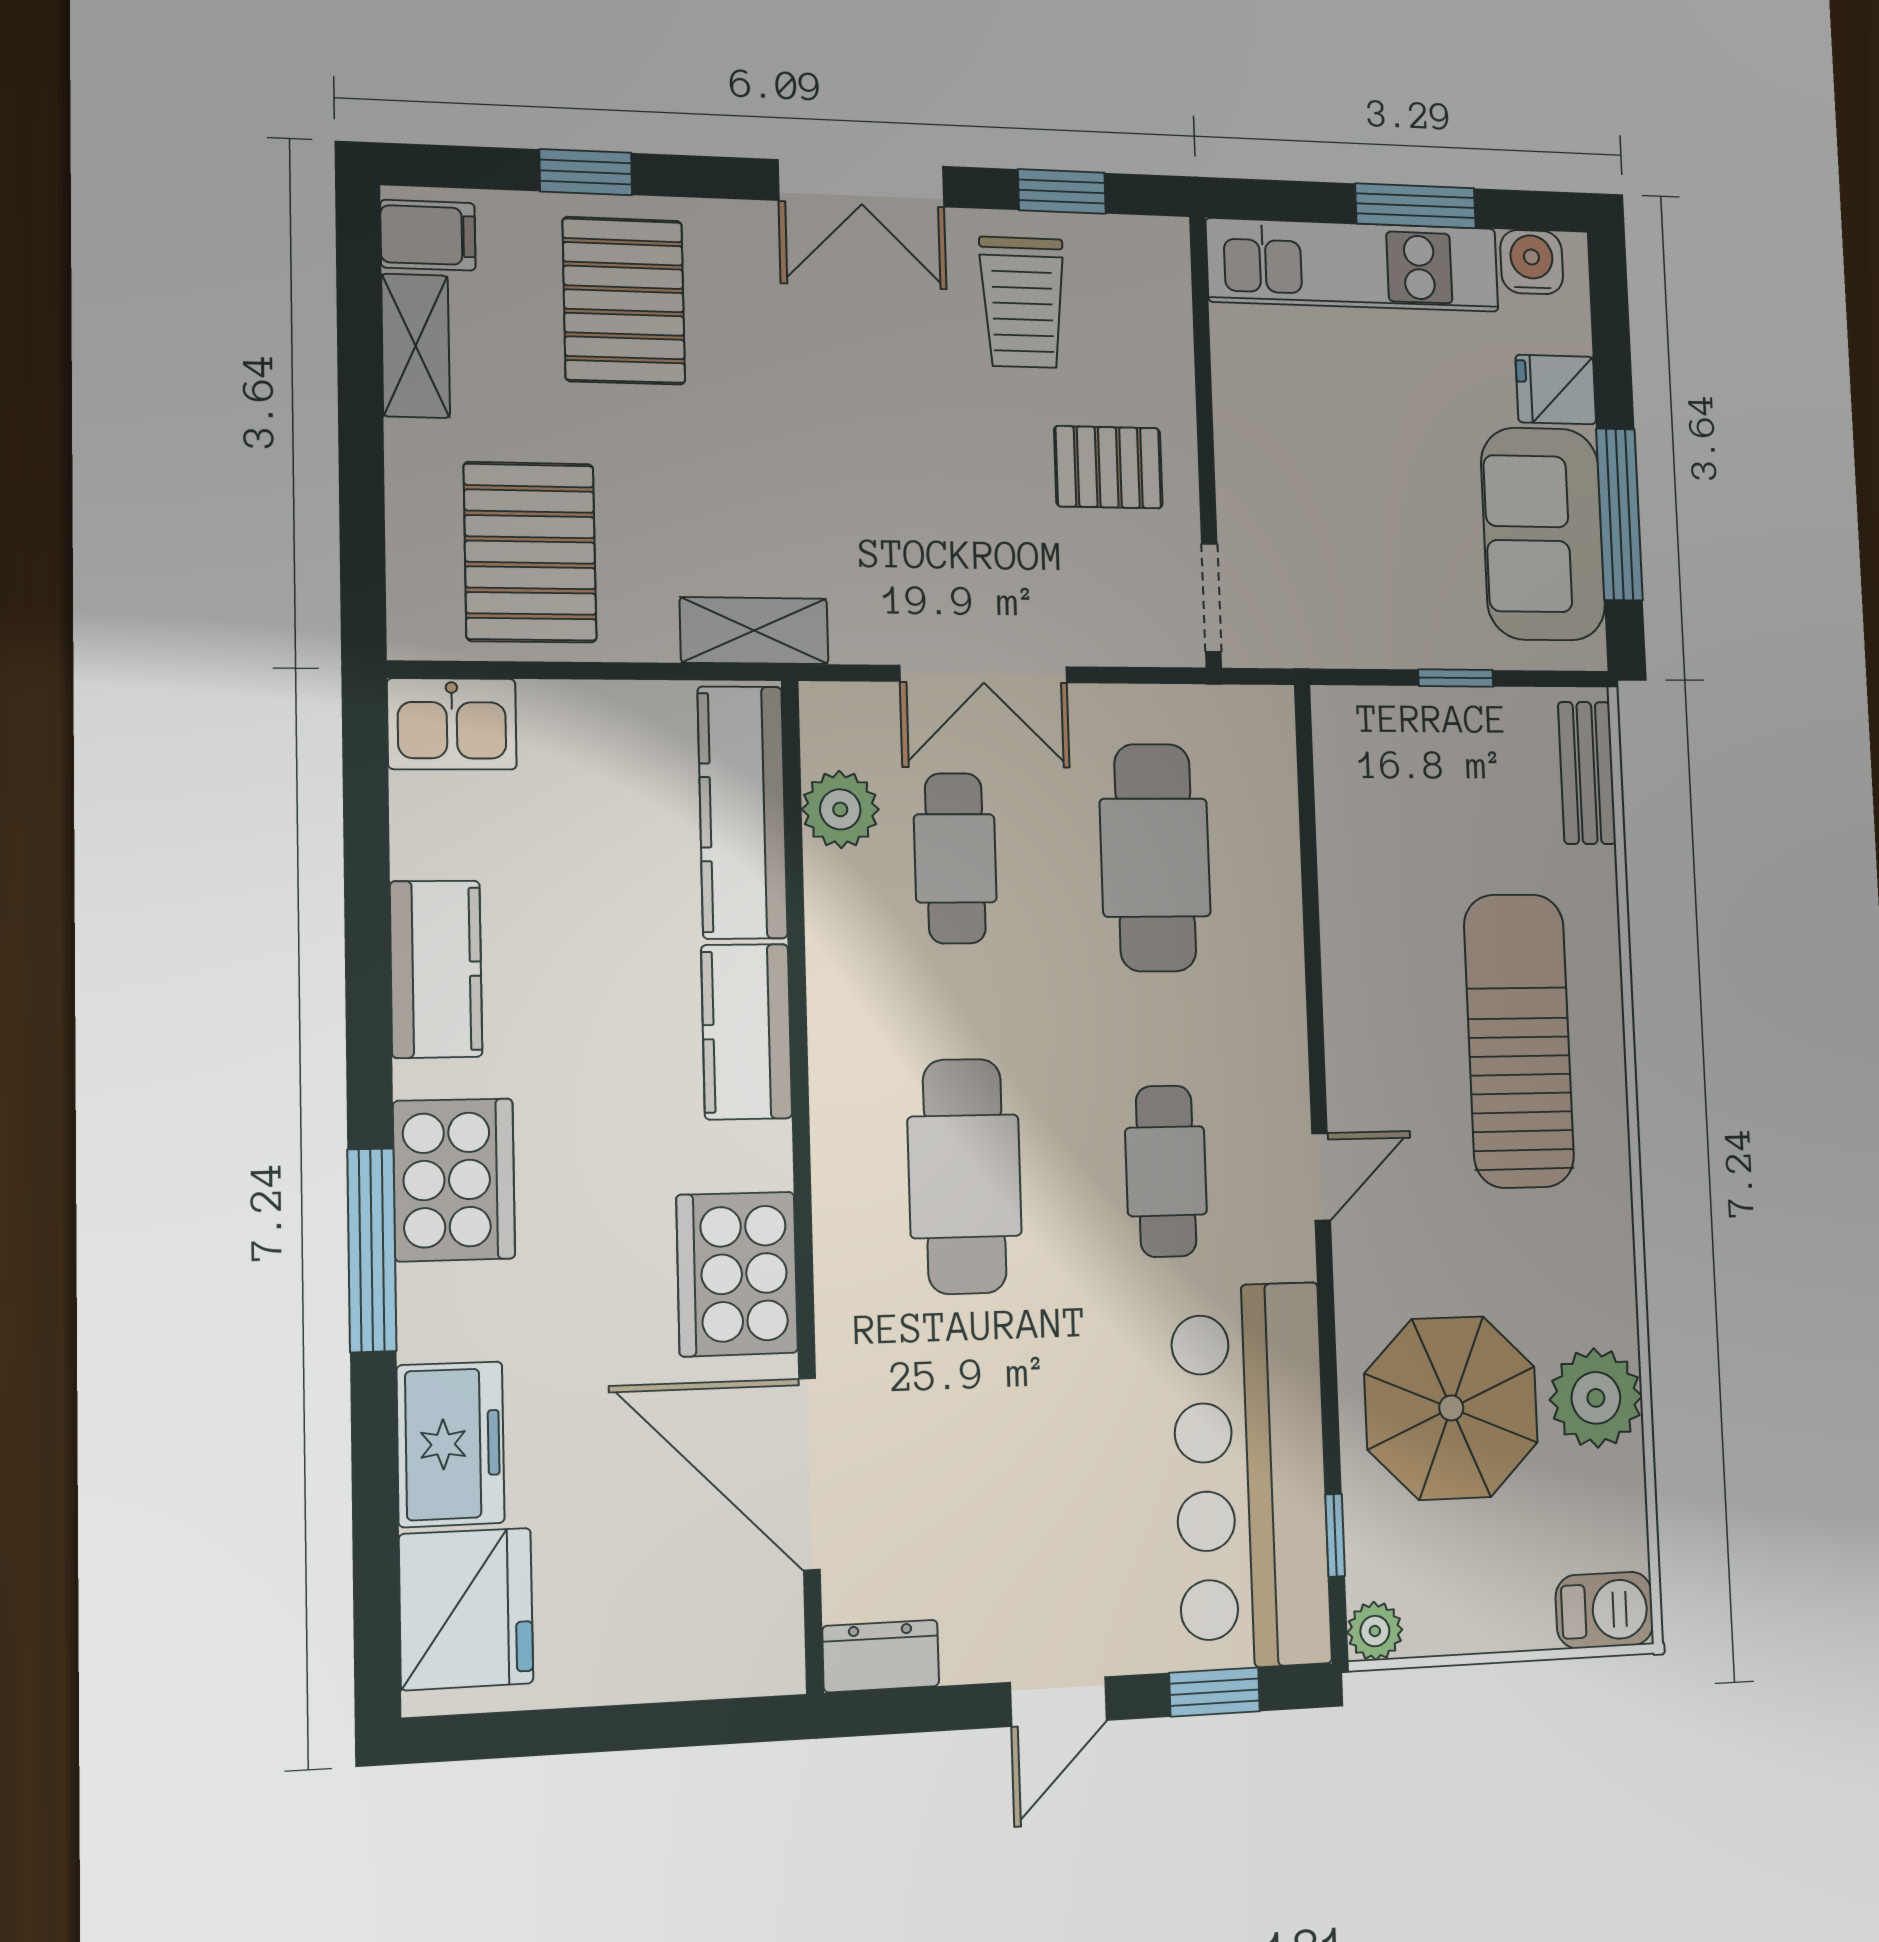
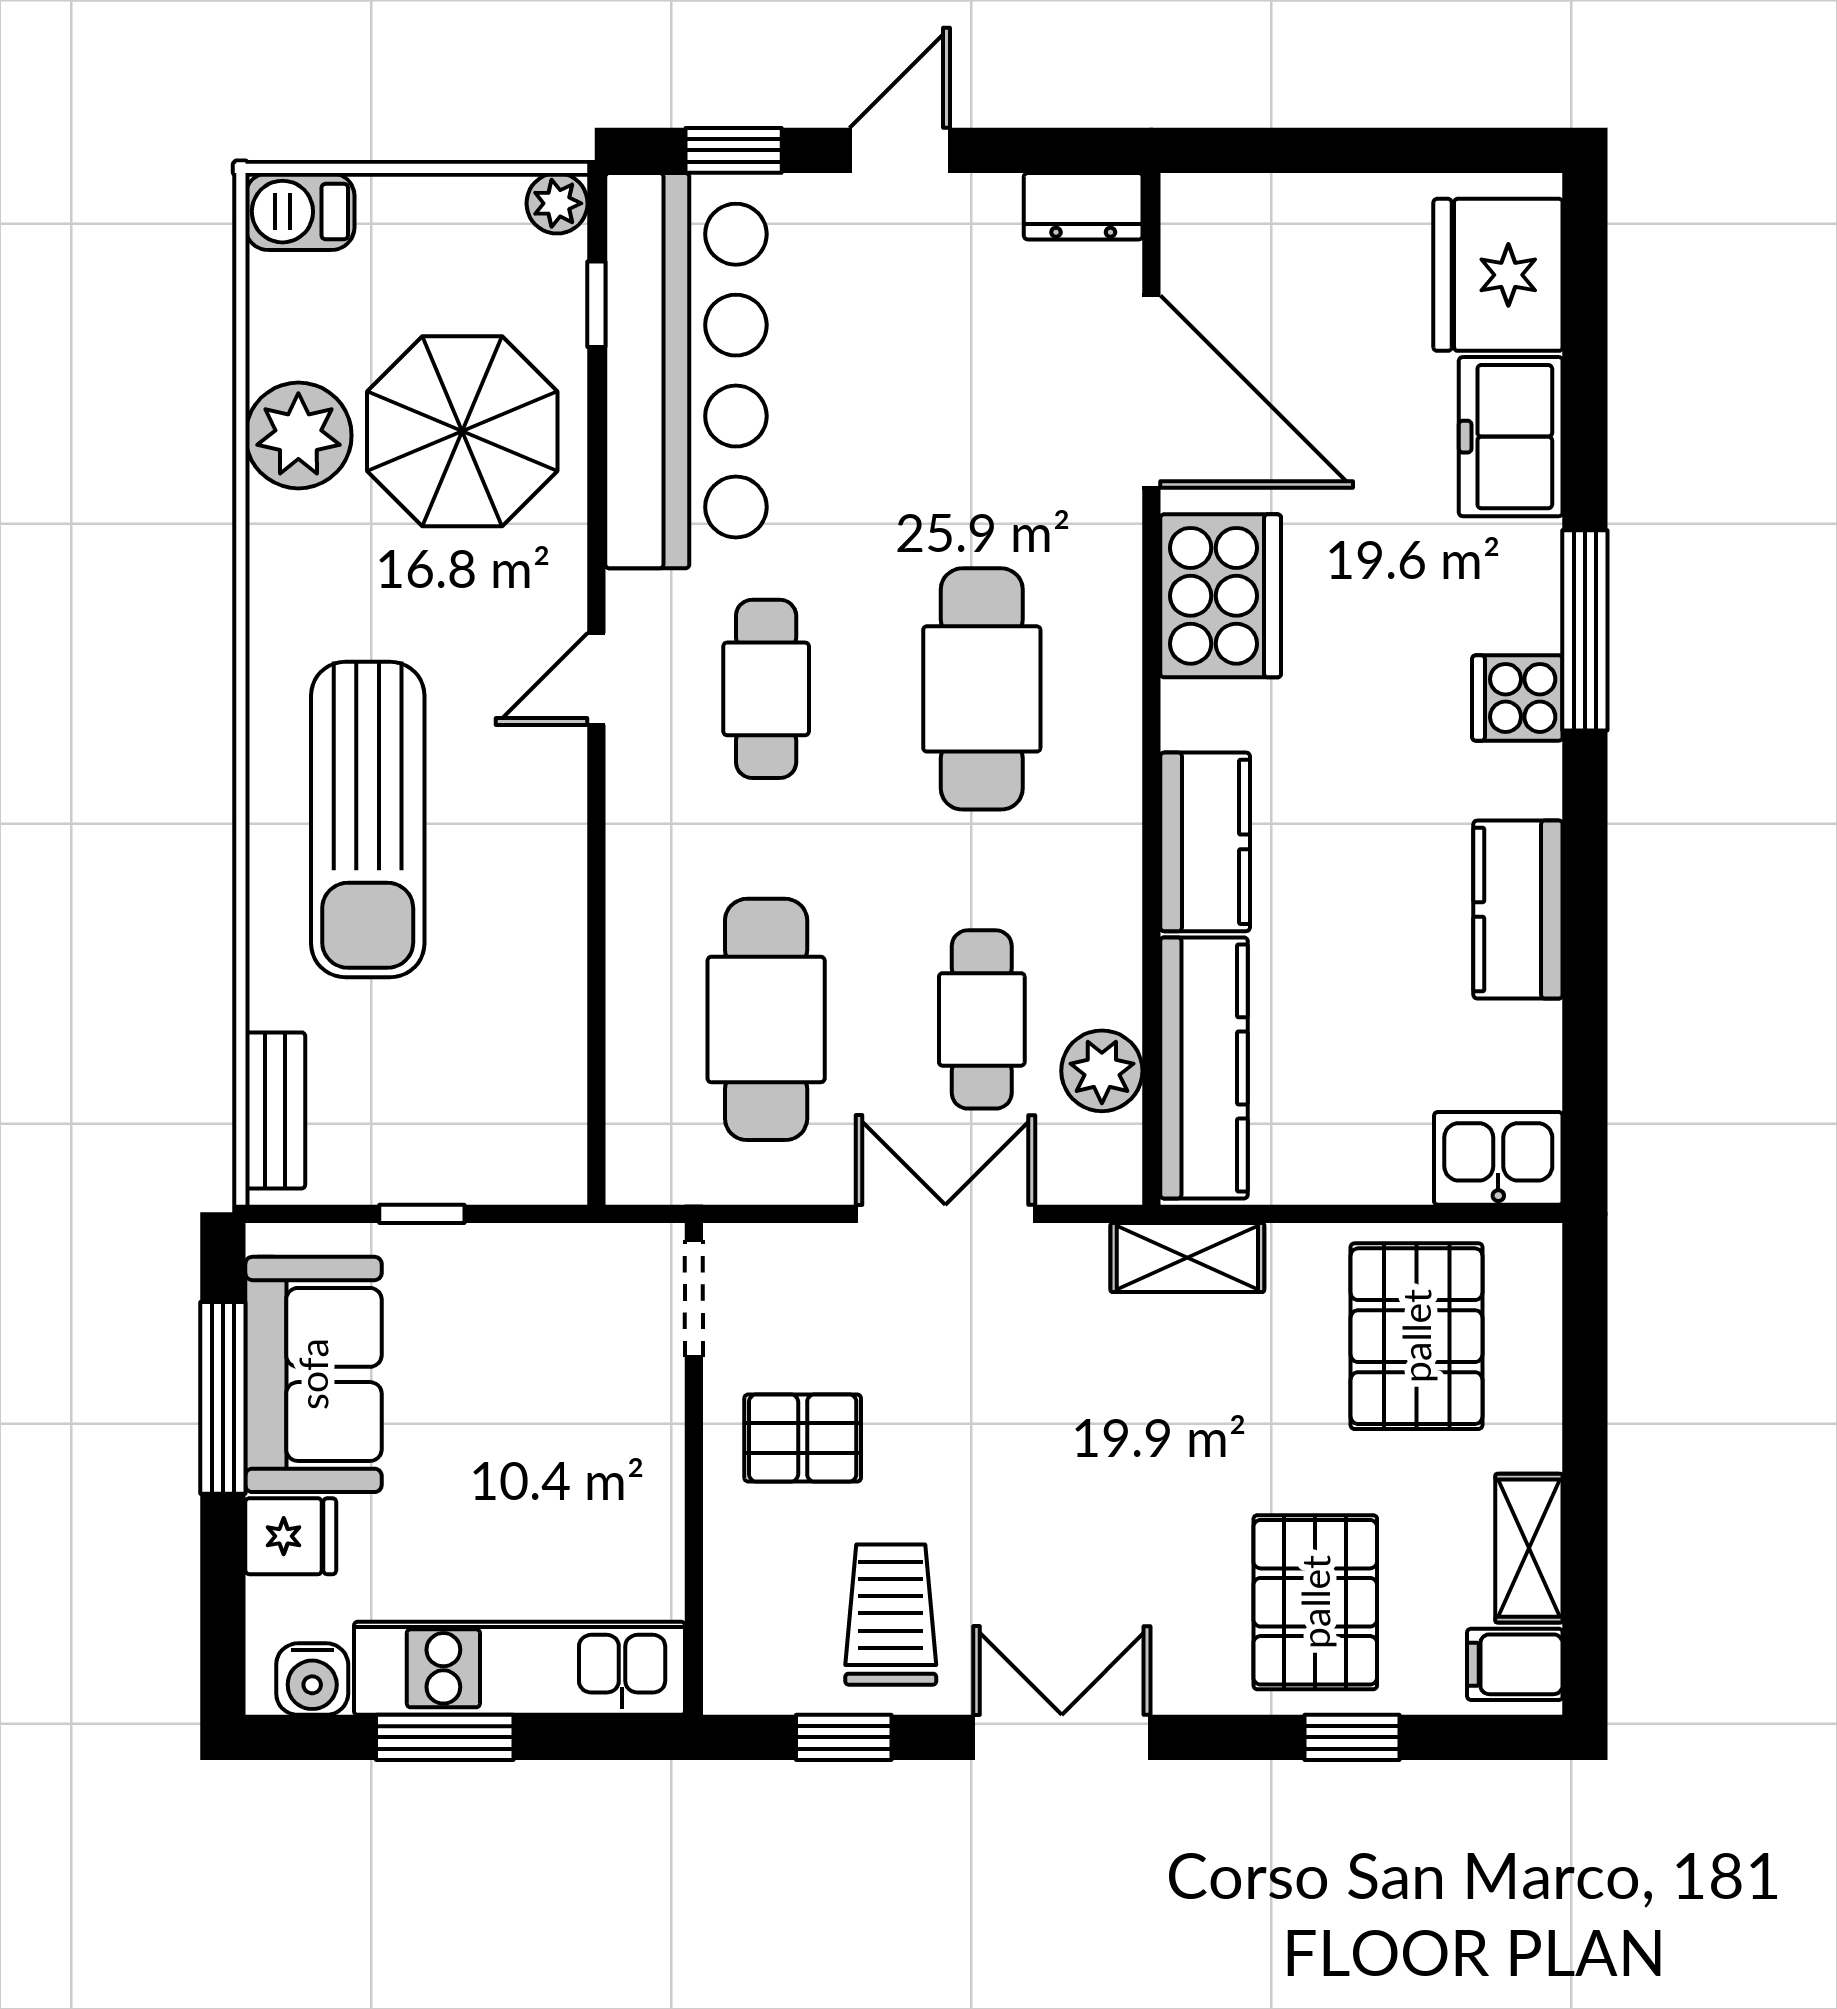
cooker: (454, 1180) -> (1517, 698), width x0.53, depth x0.76

